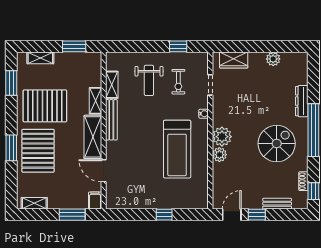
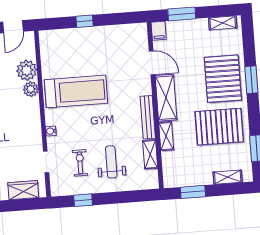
plant: (222, 137) -> (27, 70), moved
treadmill: (177, 149) -> (76, 91), turned 90

